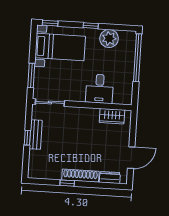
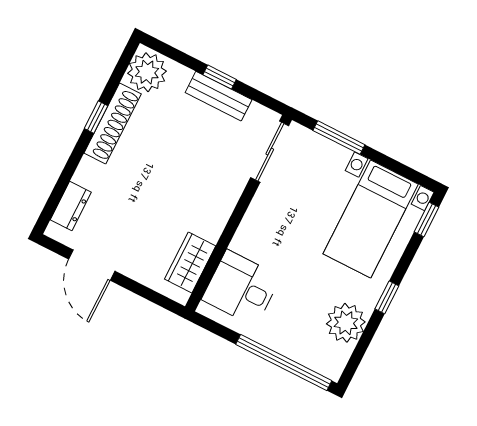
desk: (99, 89) -> (241, 288), moved
plant: (39, 170) -> (147, 72), added
shoe rack: (80, 176) -> (113, 124), moved

